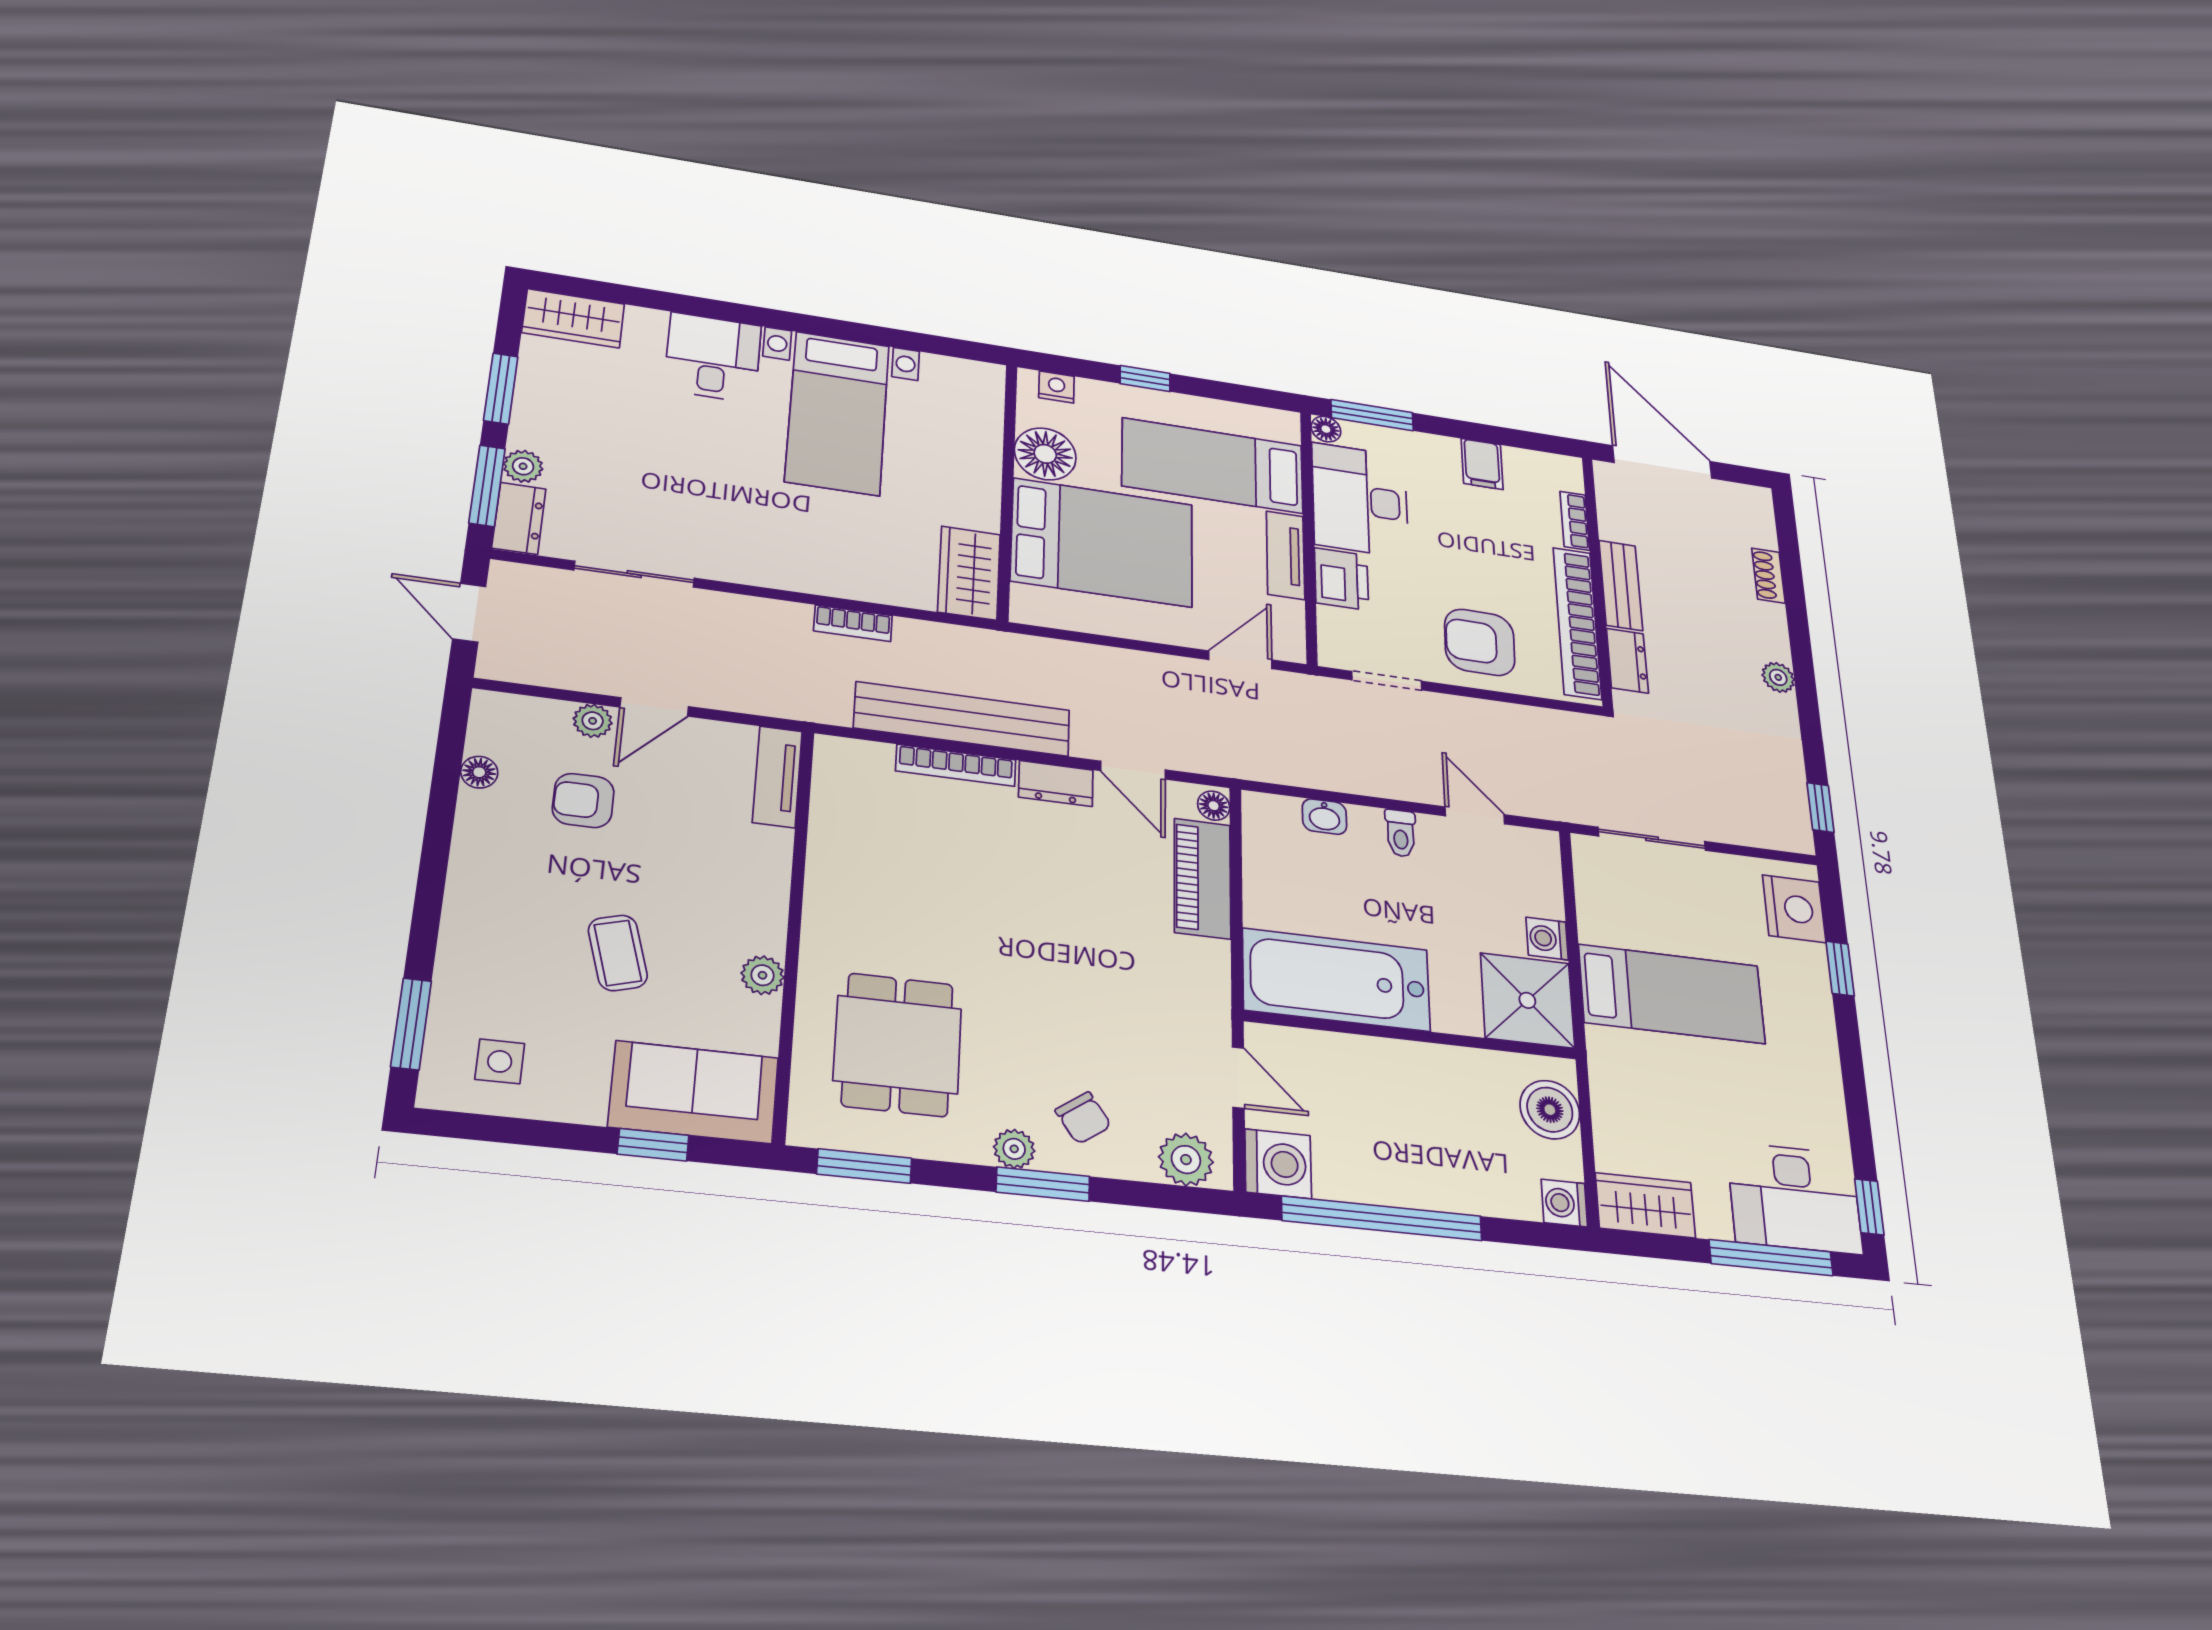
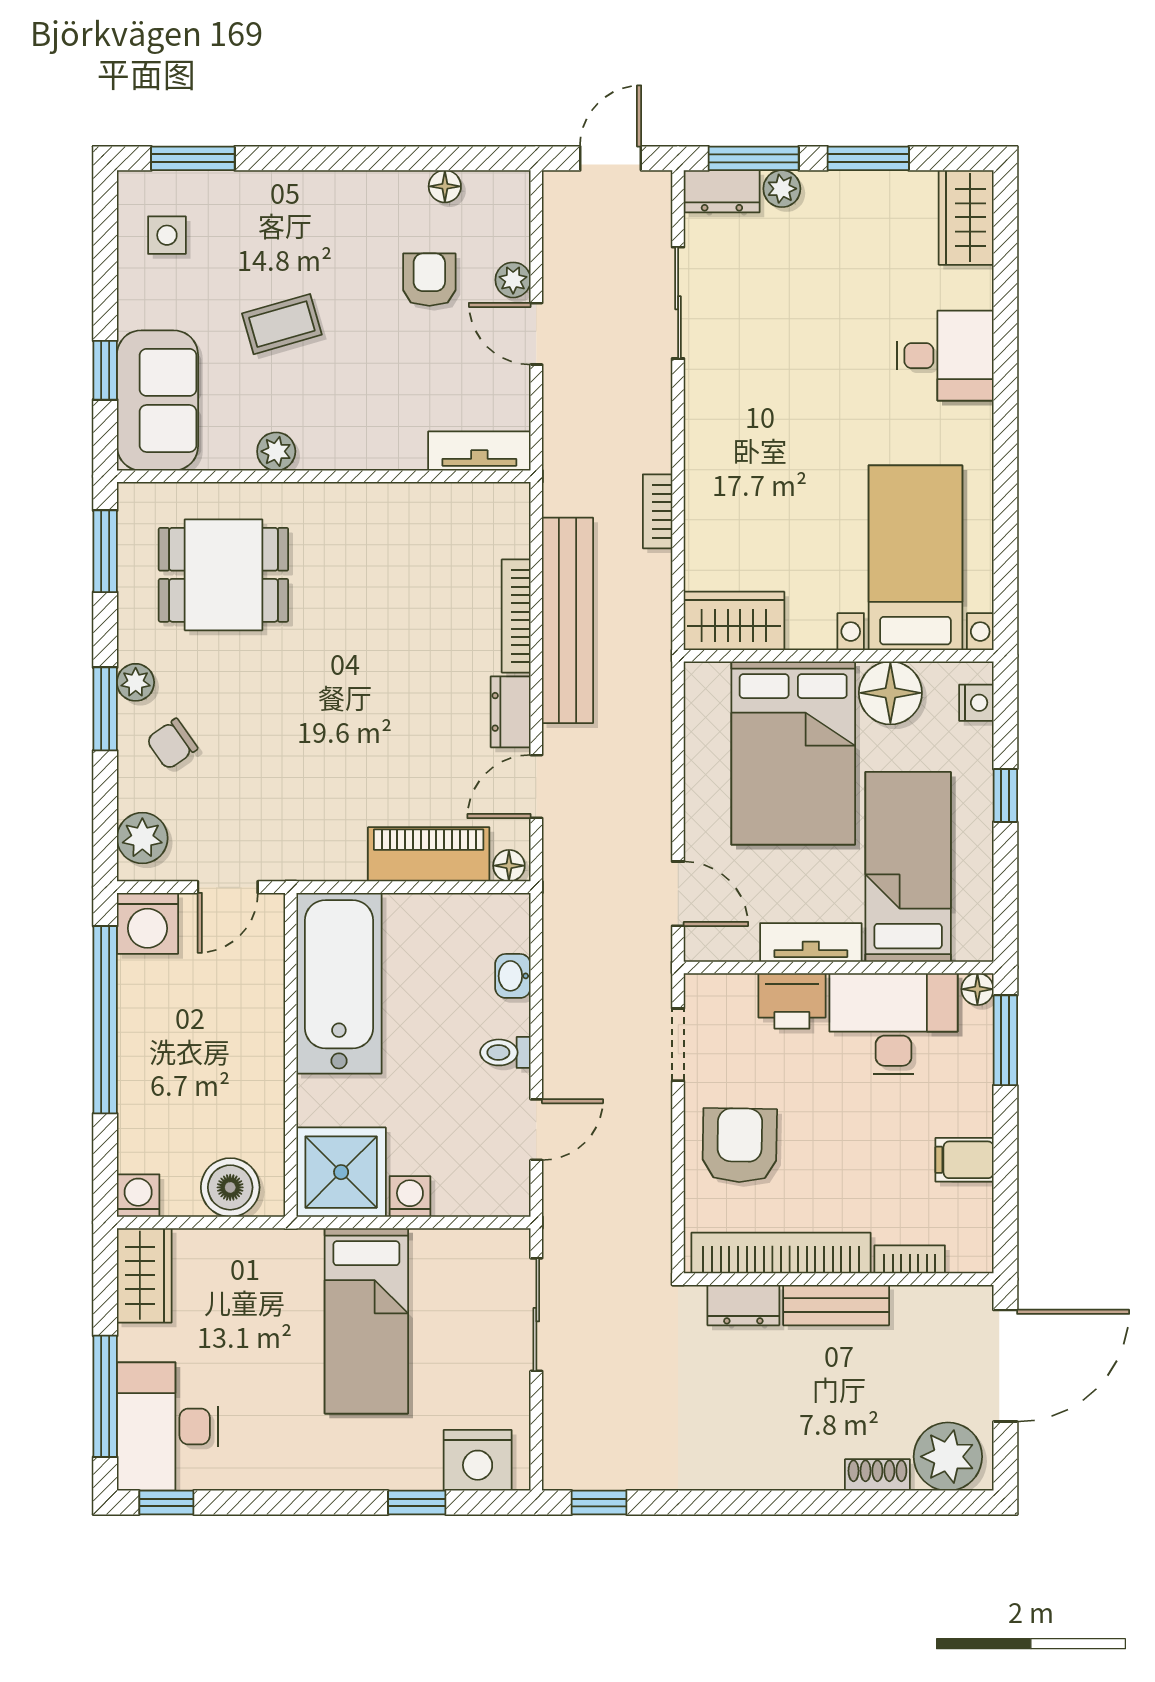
bed with nightstands: (838, 413) -> (915, 558), moved, turned 90
plant: (1778, 677) -> (948, 1457), moved, width x1.88, depth x1.88

